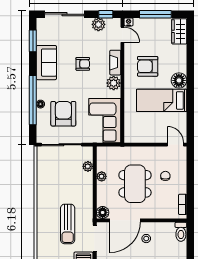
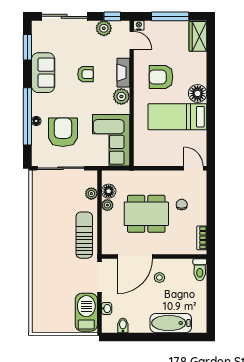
dining table: (135, 184) -> (146, 214), turned 90
floor lamp: (103, 213) -> (109, 191), moved
sun lounger: (68, 224) -> (84, 235), moved, turned 180

